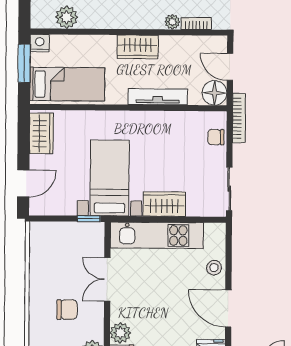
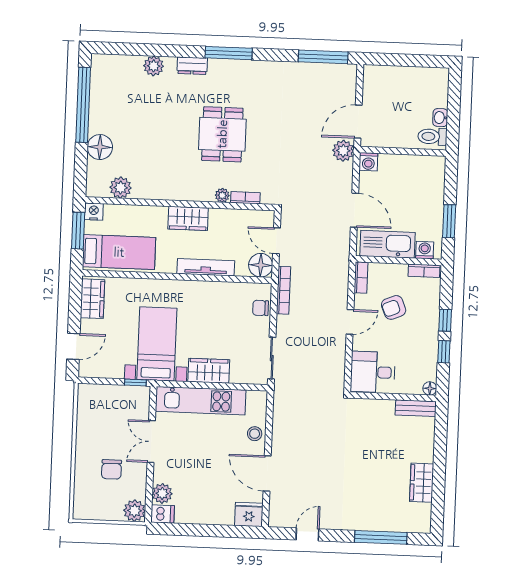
chair: (67, 310) -> (112, 469), turned 90

